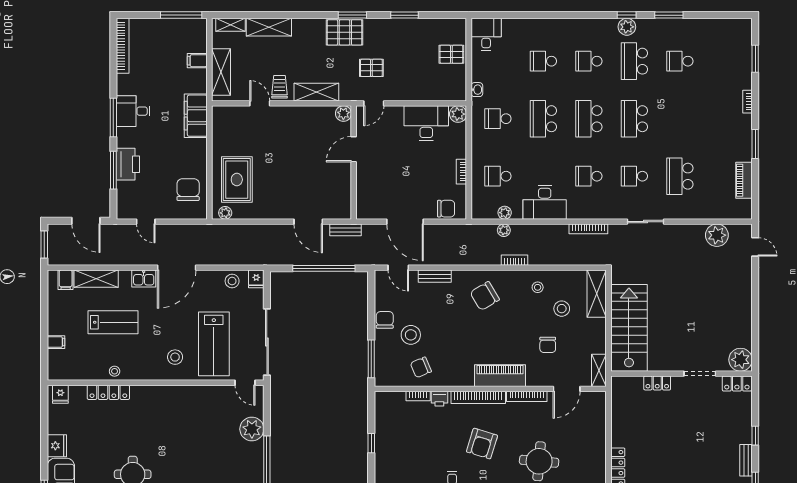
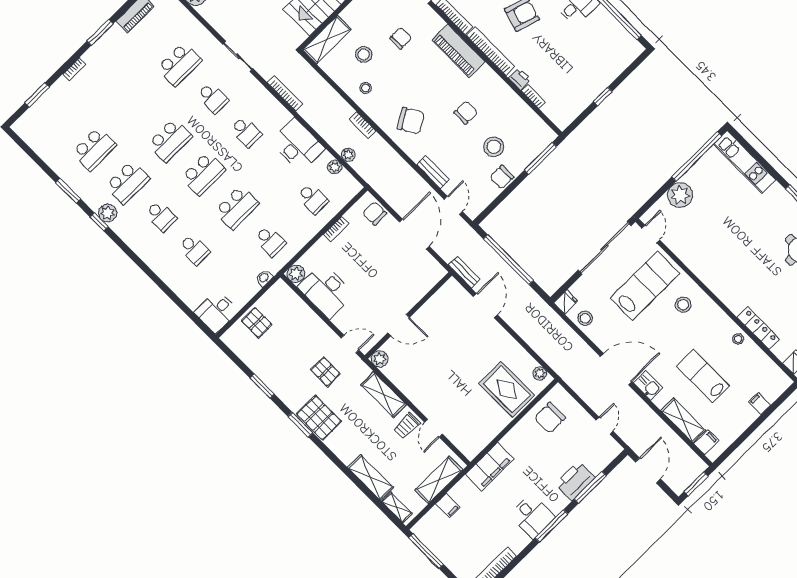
school desk: (680, 61) -> (94, 149), width x1.85
rug: (237, 180) -> (507, 389), turned 90
chair: (421, 367) -> (466, 113), moved, turned -67

